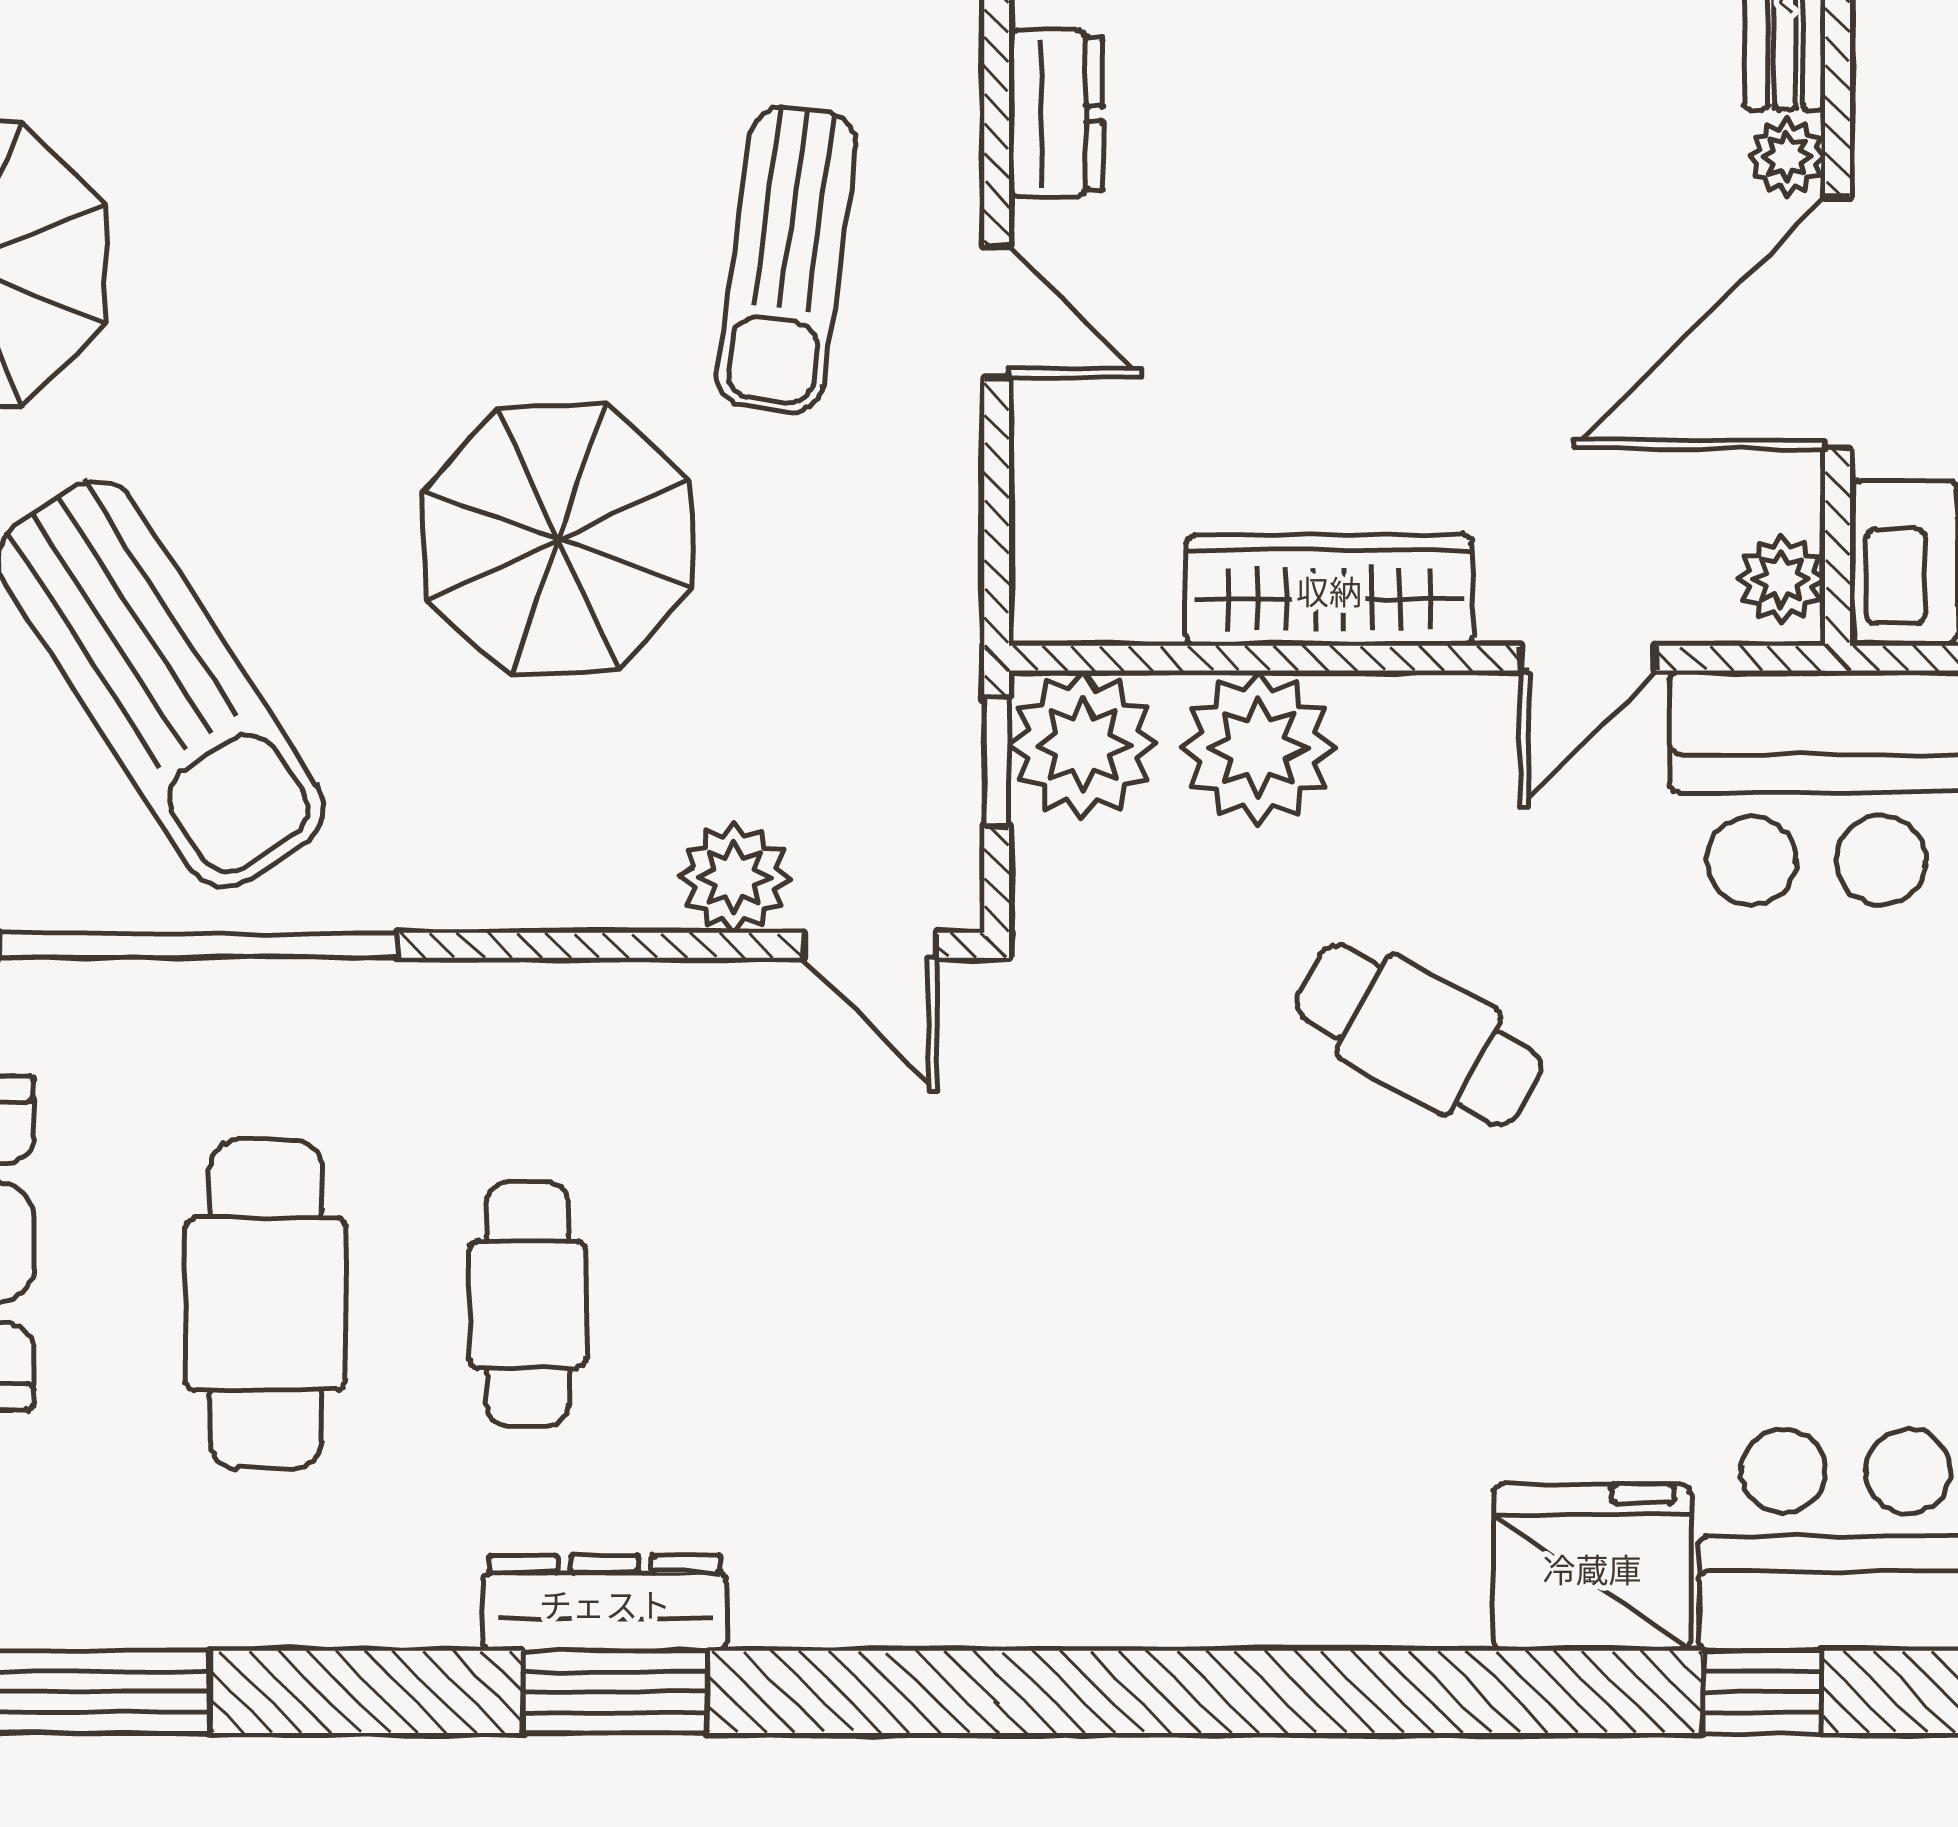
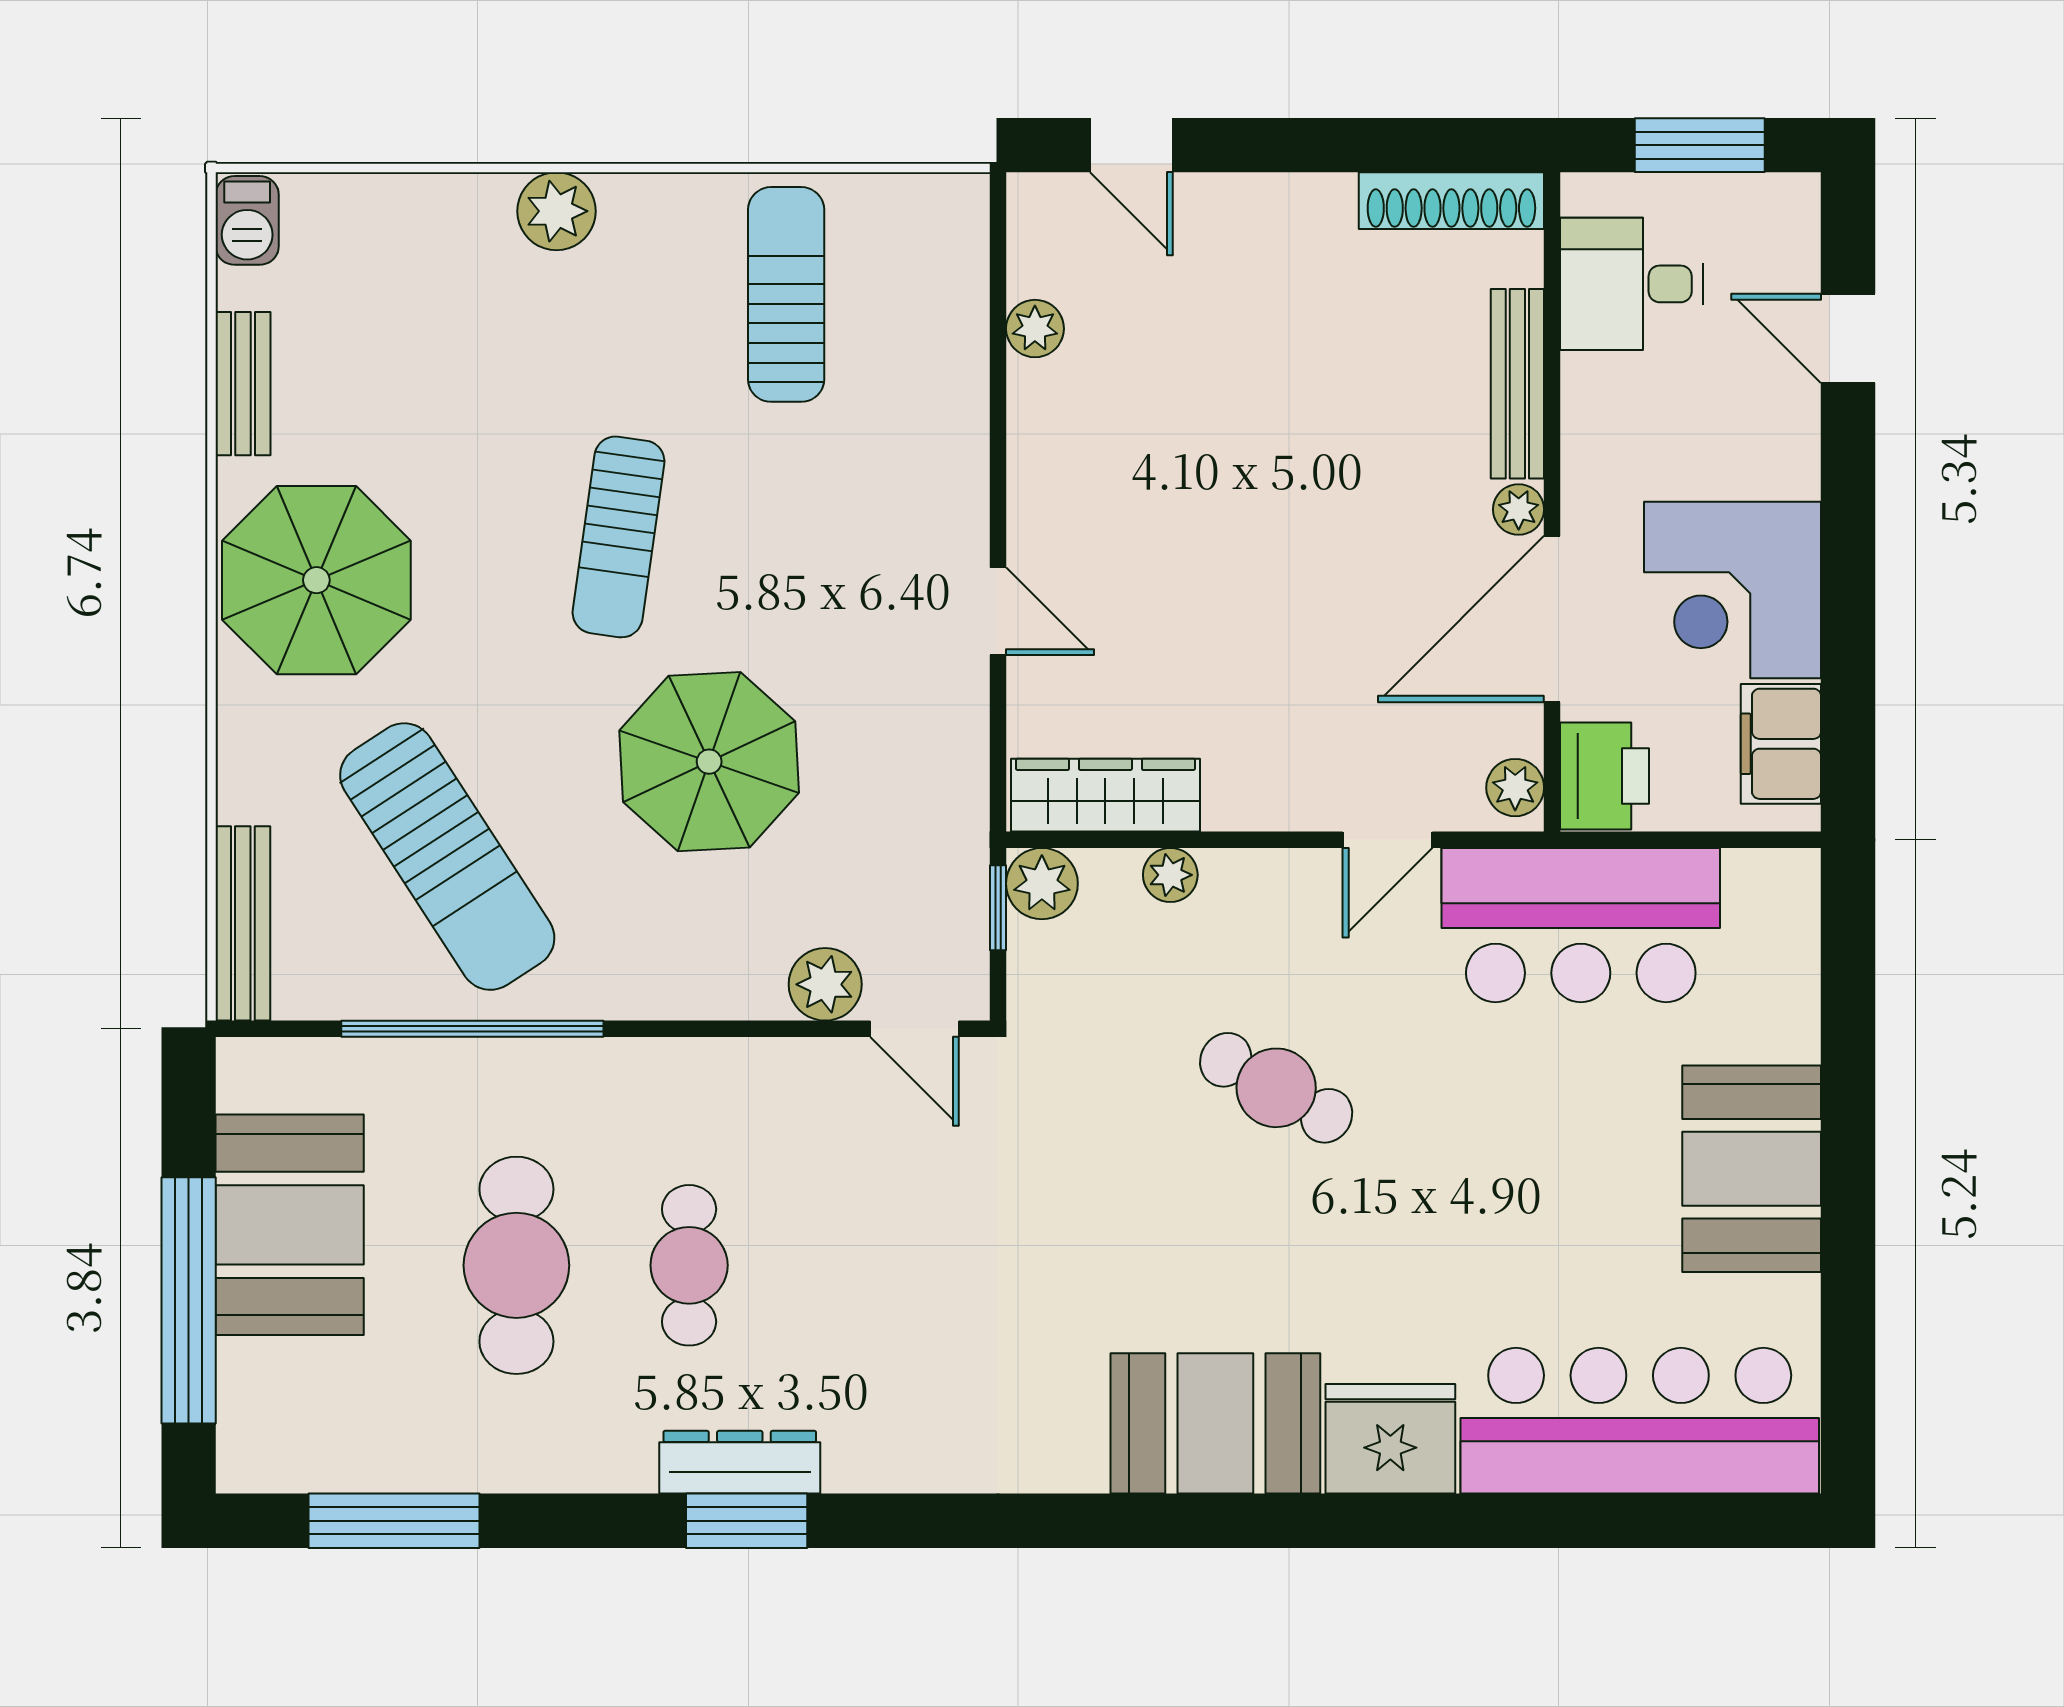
dresser: (1056, 113) -> (1037, 481), removed
sun lounger: (787, 260) -> (618, 537), moved
wardrobe: (1329, 590) -> (1105, 795), moved
plant: (1083, 744) -> (1042, 884), width x0.73, depth x0.73
plant: (1258, 748) -> (1170, 875), width x0.53, depth x0.53
booth: (1326, 1544) -> (1215, 1423), added
window: (1762, 1692) -> (1502, 1521), removed

